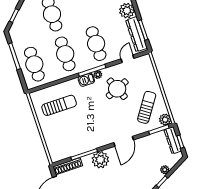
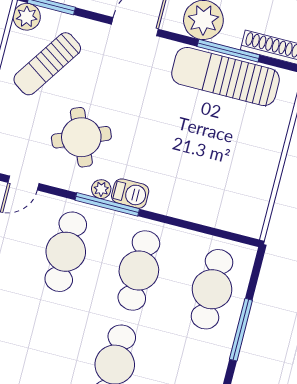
sun lounger: (59, 105) -> (225, 77), moved, width x1.36, depth x1.34

